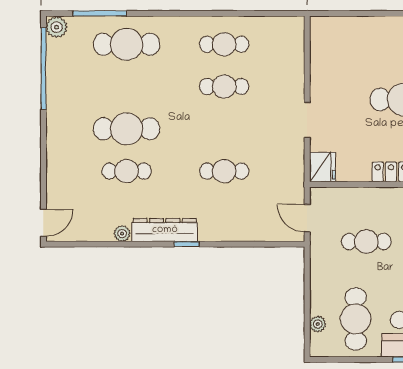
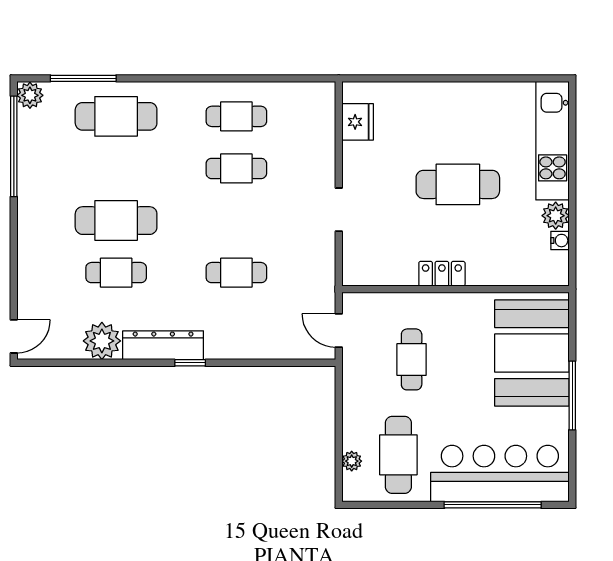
fridge: (322, 167) -> (358, 122), moved
plant: (122, 234) -> (102, 341), width x1.88, depth x1.88
cafe table: (366, 242) -> (412, 359), turned 90

